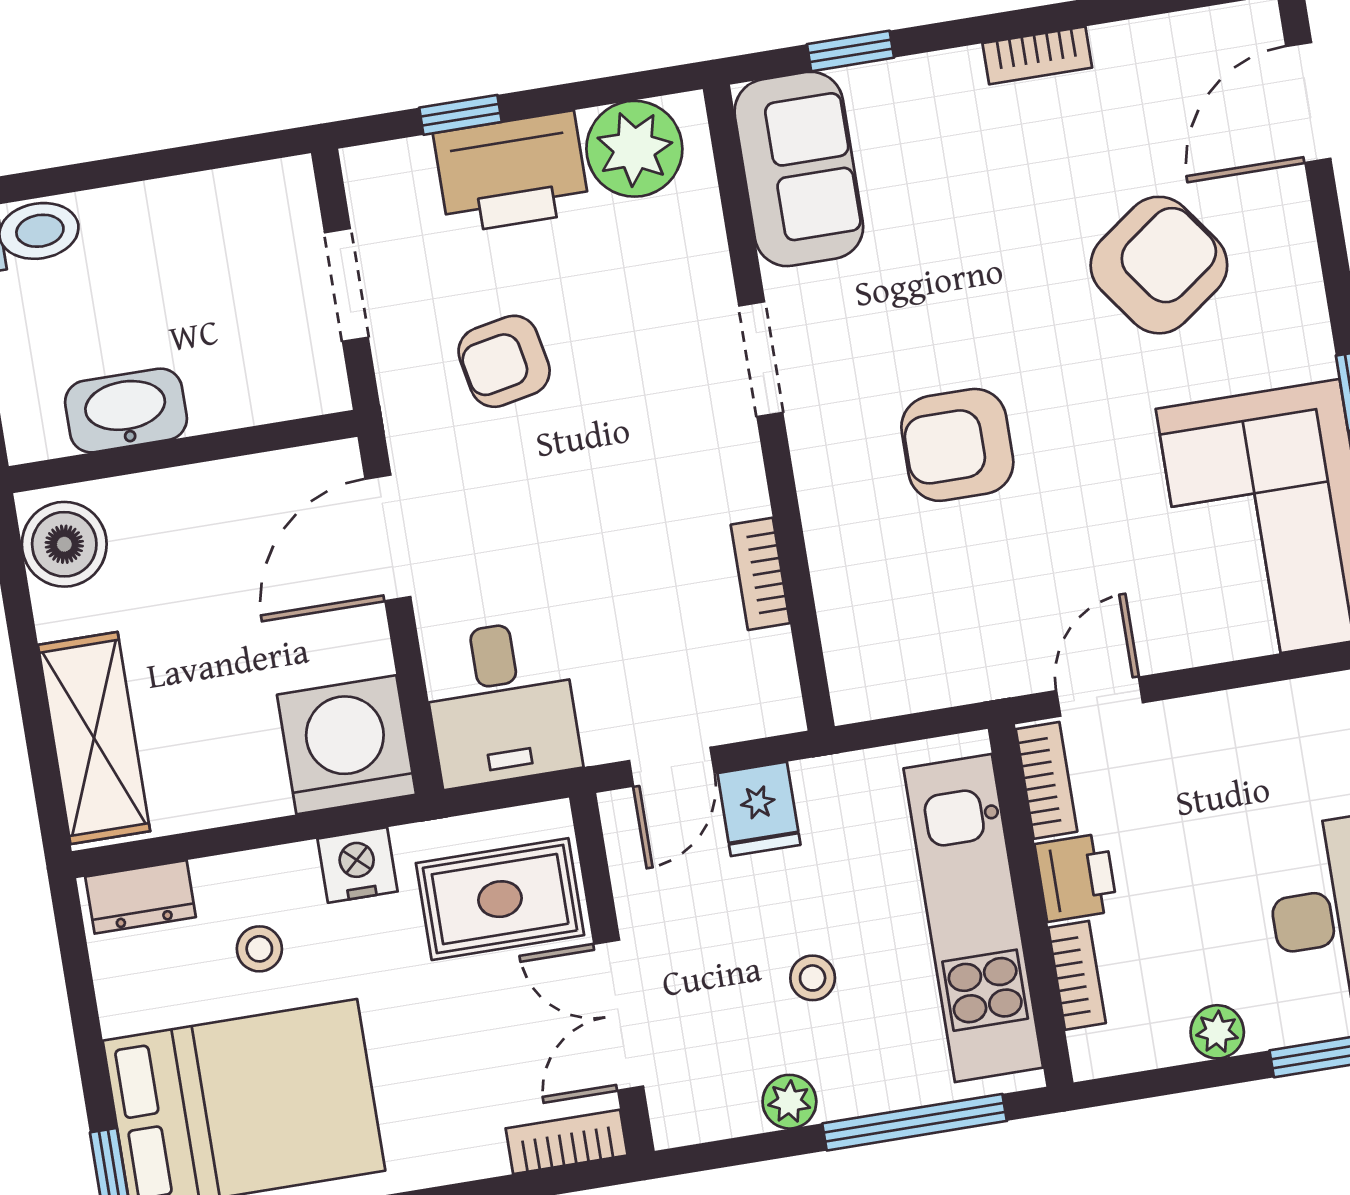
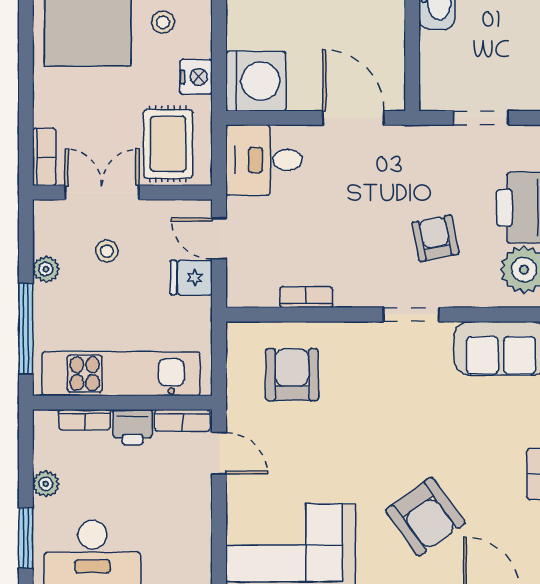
armchair: (504, 361) -> (435, 238), moved
armchair: (957, 445) -> (292, 375), moved
stool: (813, 978) -> (107, 251), moved

